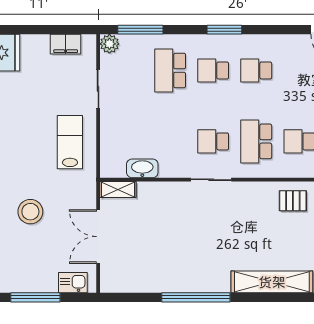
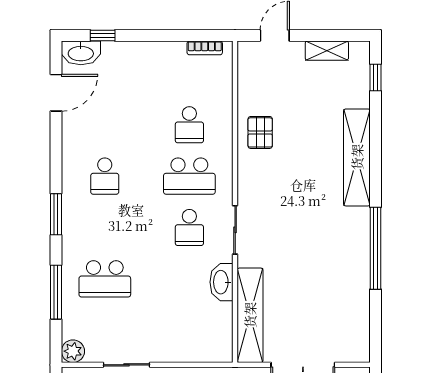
window: (140, 30) -> (56, 292), moved
school desk: (213, 70) -> (105, 228), removed
washbasin: (142, 168) -> (221, 282), moved
shelving: (118, 190) -> (250, 315), width x2.20, depth x1.33

